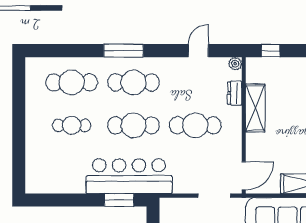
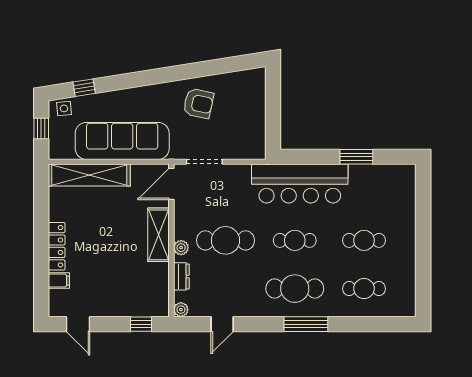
cafe table: (72, 82) -> (364, 289), width x0.73, depth x0.74
shelving: (255, 108) -> (158, 235), moved
plant: (235, 119) -> (181, 248), added
cafe table: (133, 125) -> (295, 240), width x0.73, depth x0.74
window: (119, 200) -> (356, 157), moved

